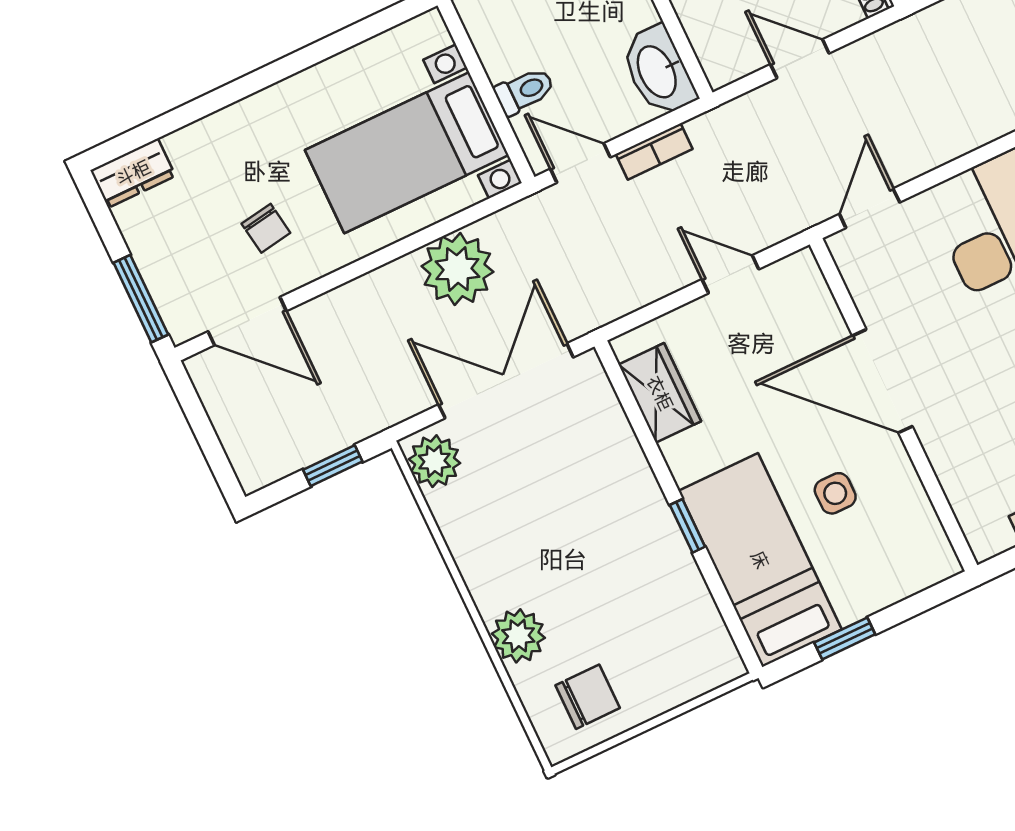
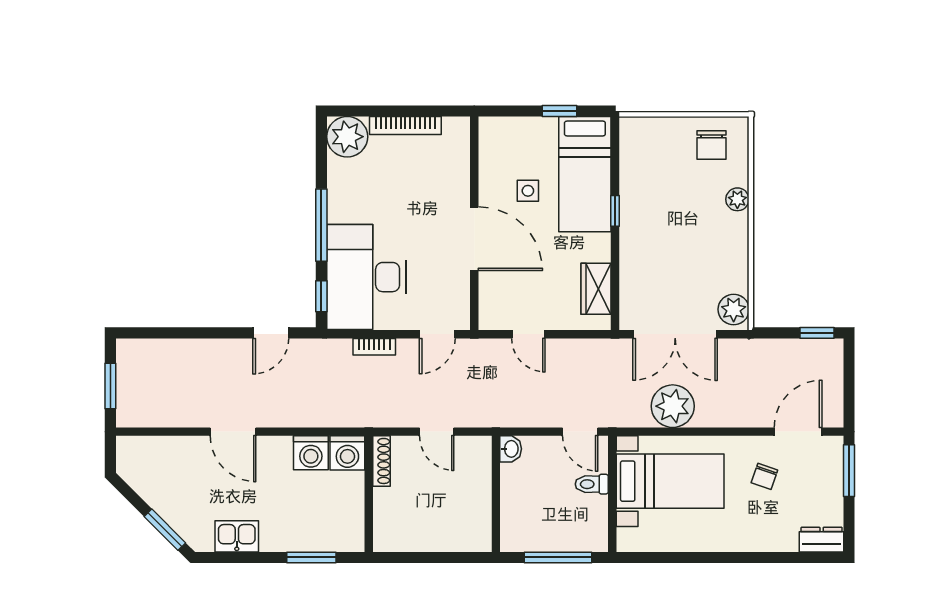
washbasin: (658, 71) -> (511, 449), width x0.52, depth x0.69
bookcase: (654, 151) -> (374, 347), moved, turned 180
chair: (266, 228) -> (764, 476), turned -152
door: (247, 321) -> (798, 432), hinge flipped
window: (333, 466) -> (817, 333), moved
plant: (518, 636) -> (737, 199), width x0.73, depth x0.73
chair: (588, 697) -> (712, 145), turned -90

